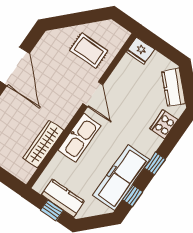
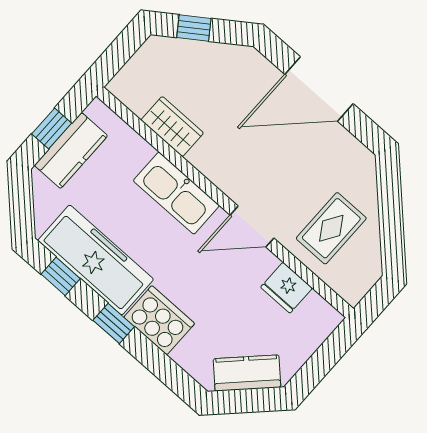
fridge: (140, 51) -> (287, 288), moved, turned -90
cooker: (164, 124) -> (159, 320), moved, width x1.37, depth x1.31
wardrobe: (43, 144) -> (172, 127), width x0.67

